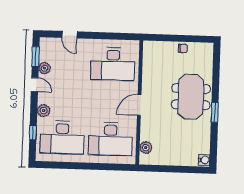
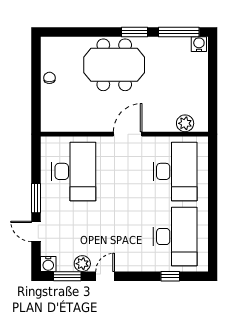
door: (69, 35) -> (36, 231), swing flipped
window: (94, 35) -> (36, 198), added
water cooler: (45, 43) -> (48, 264), added
door: (139, 105) -> (128, 134), swing flipped
plant: (44, 111) -> (140, 263), removed
window: (214, 145) -> (179, 32), added

